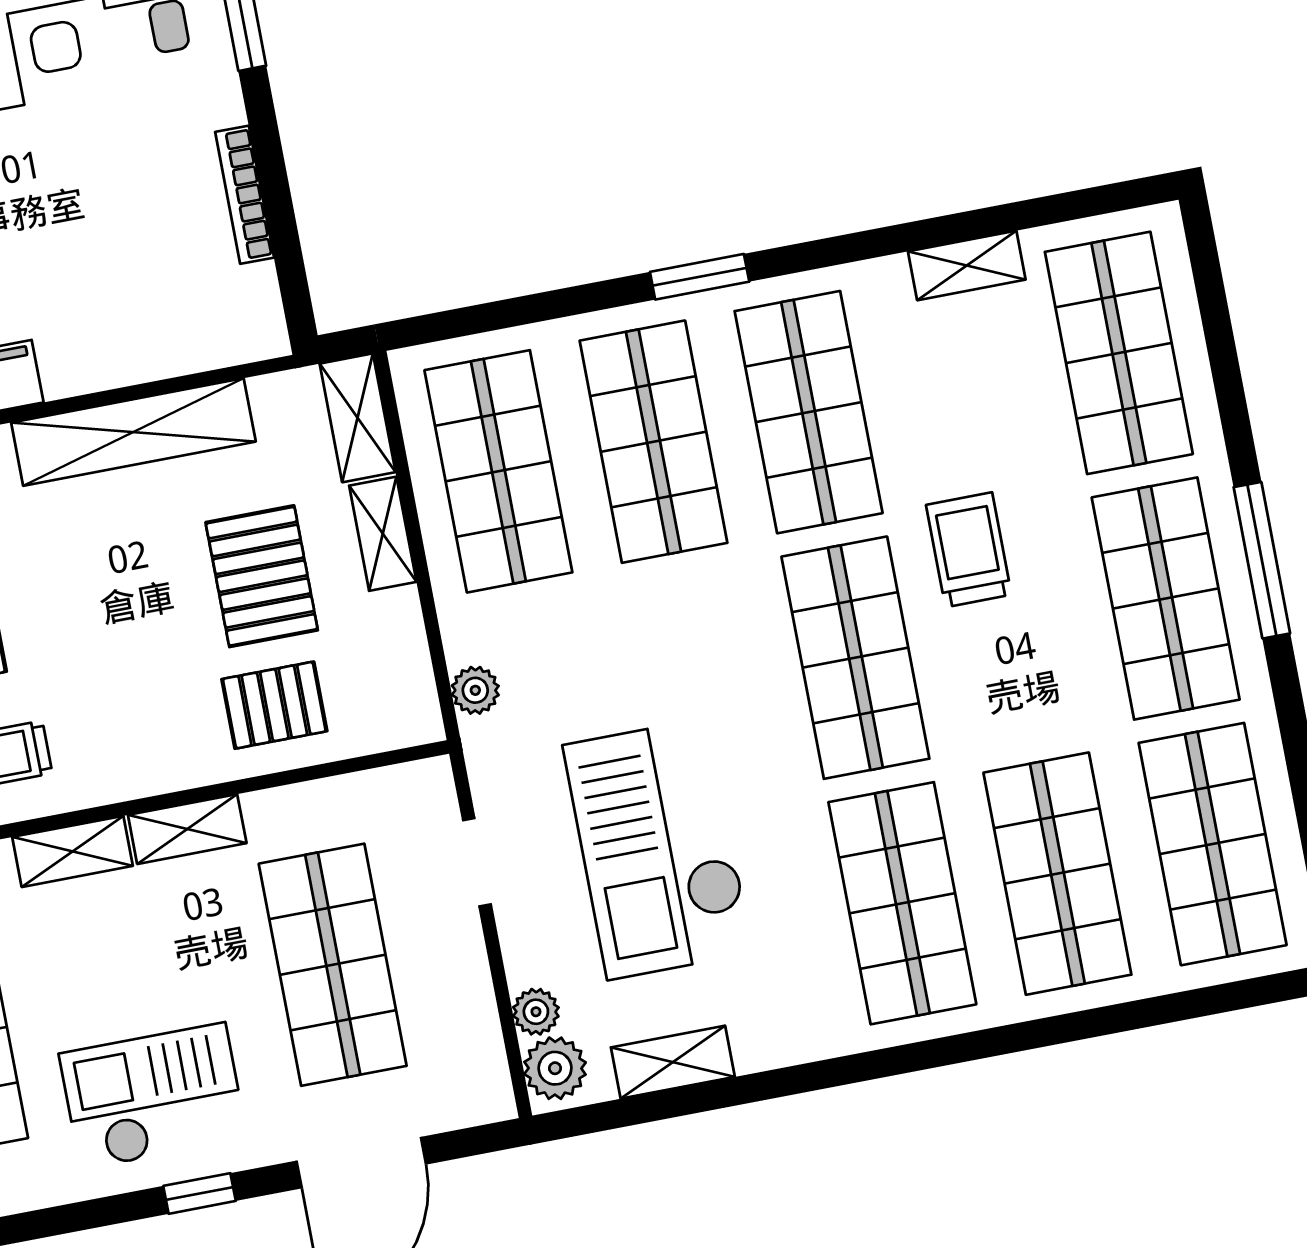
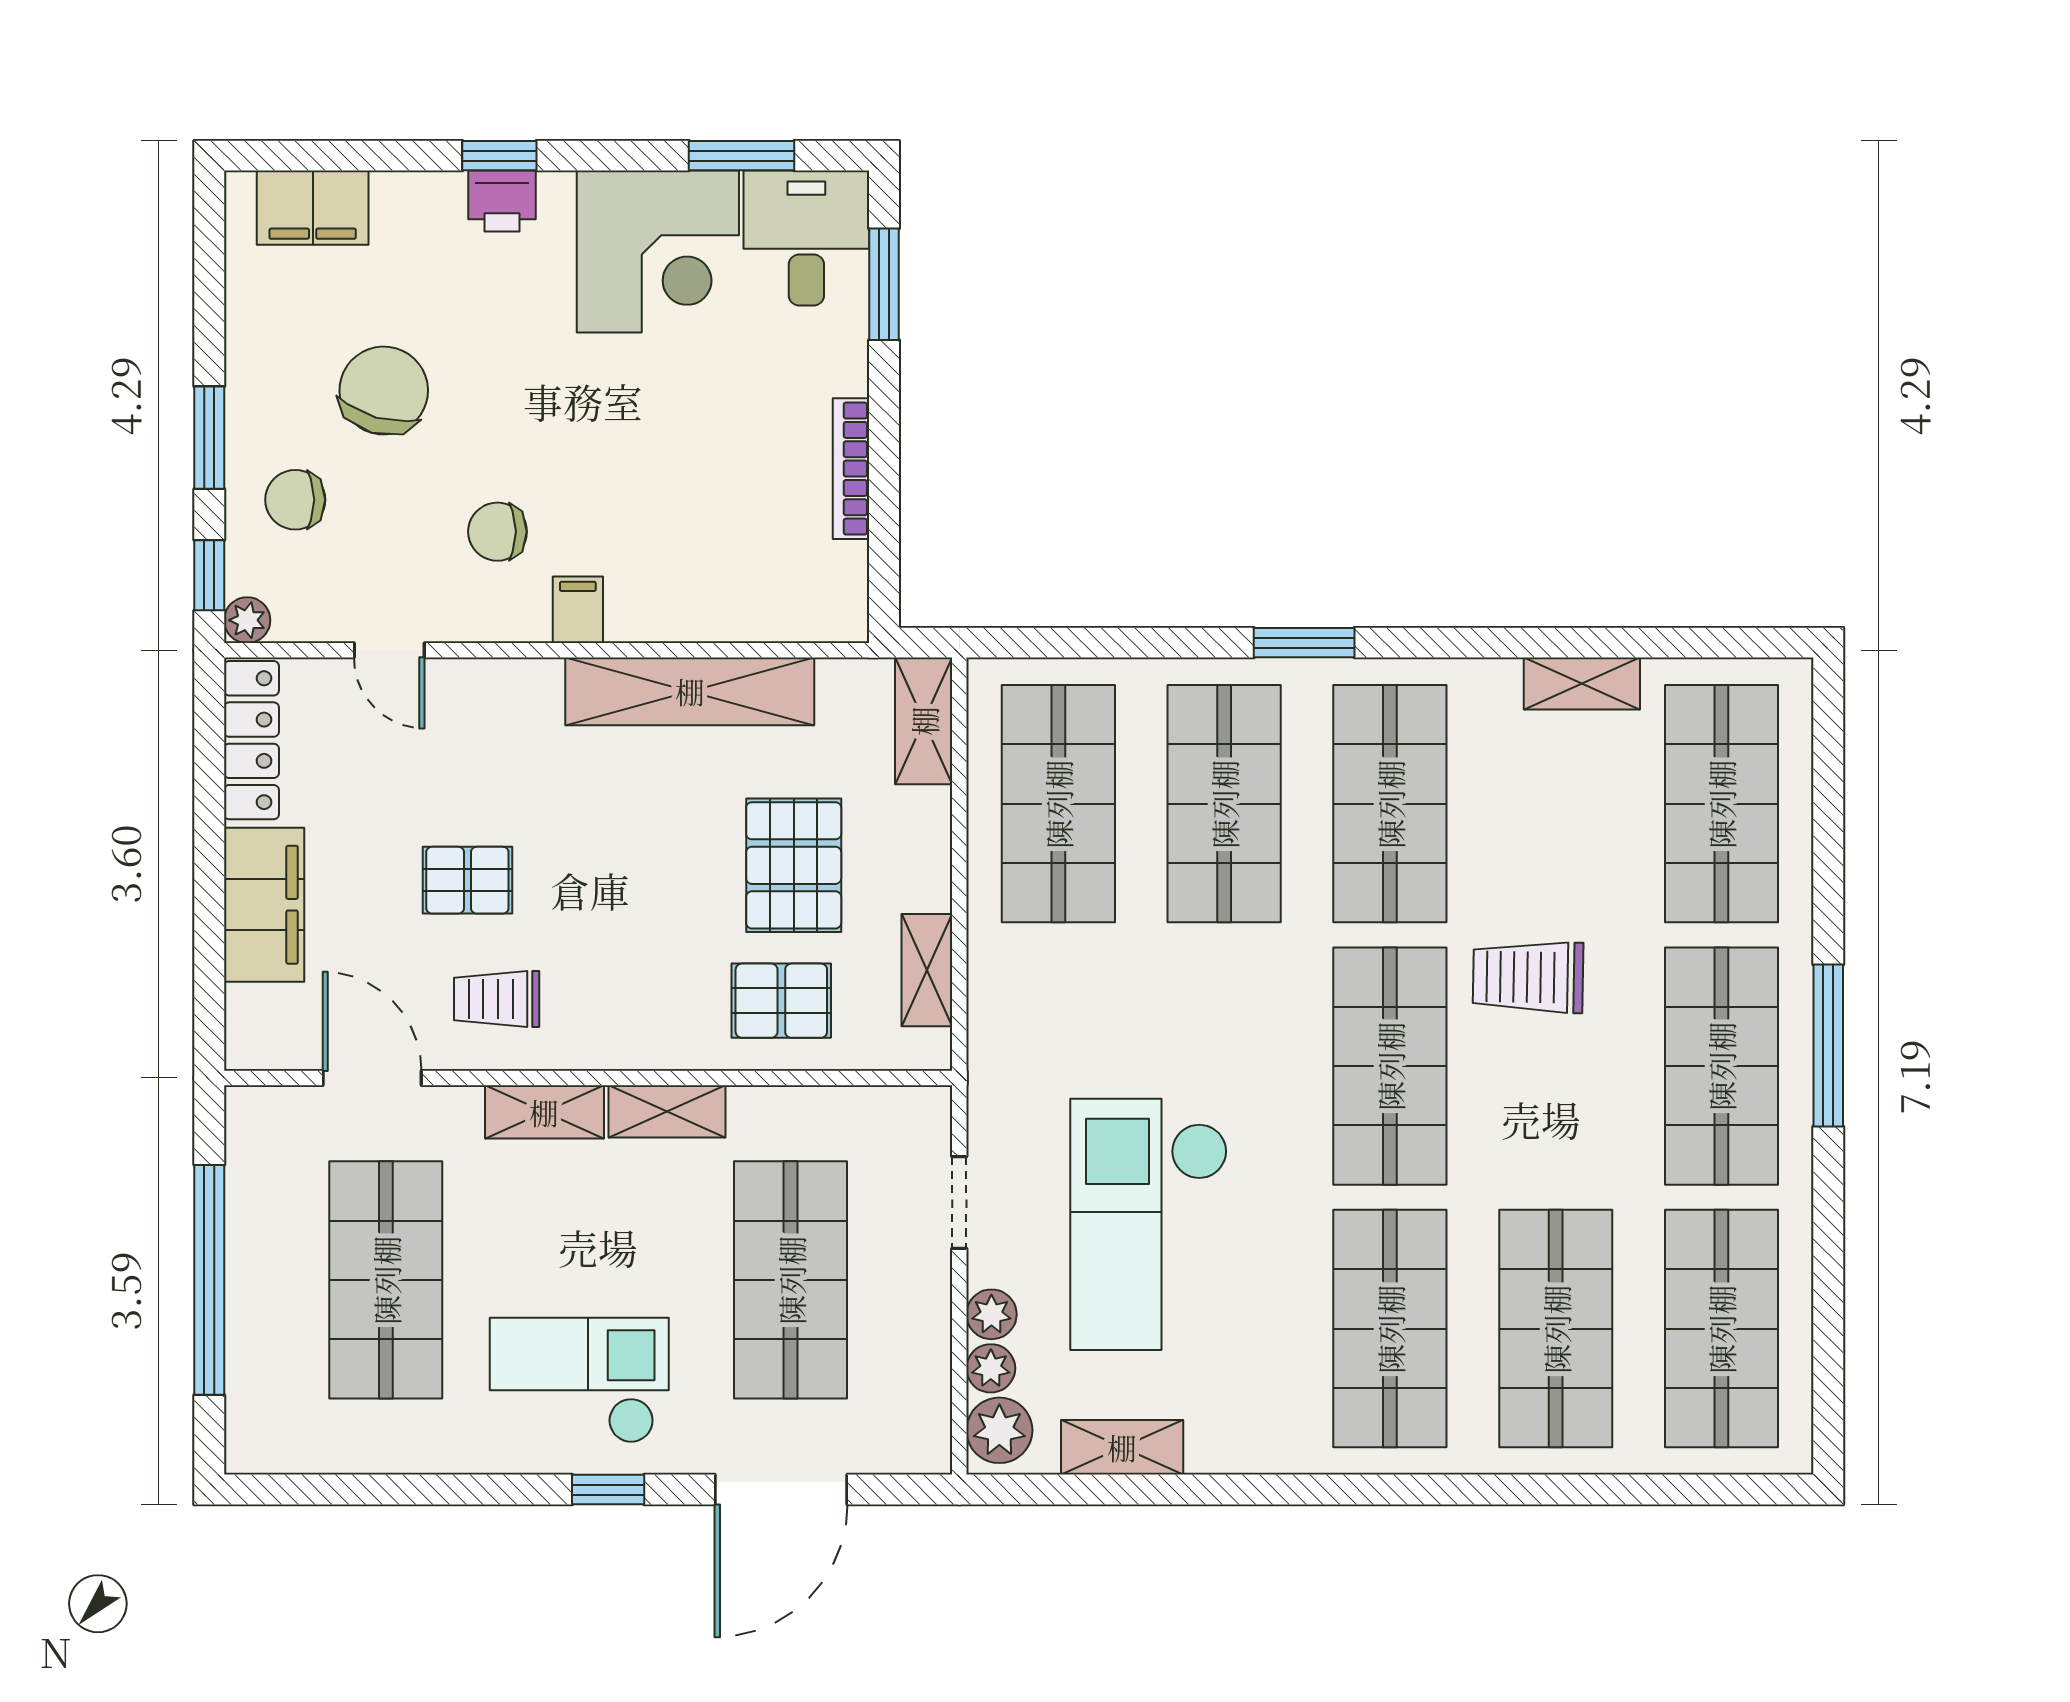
shelving: (383, 534) -> (927, 970), moved
trolley: (969, 550) -> (1528, 977), turned -89
plant: (475, 690) -> (991, 1314), moved

